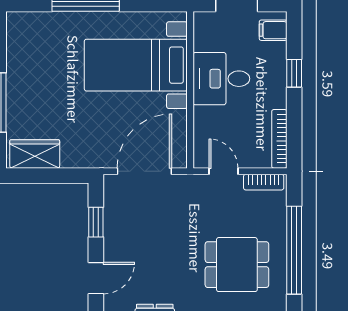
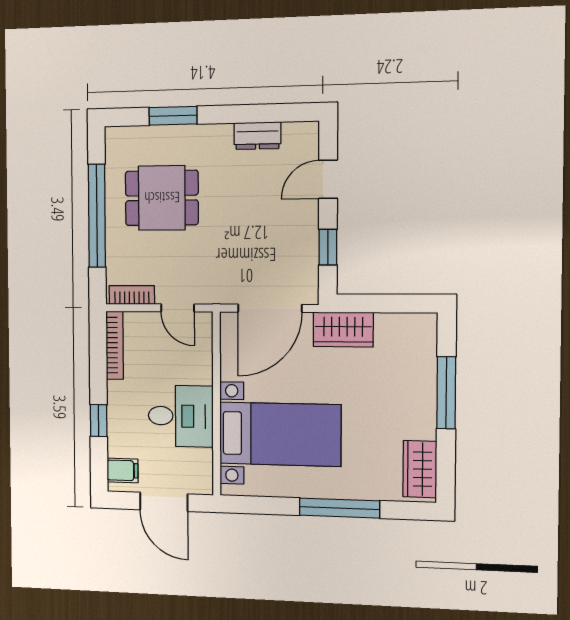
wardrobe: (20, 39) -> (420, 469), added
wardrobe: (35, 154) -> (343, 329), moved

